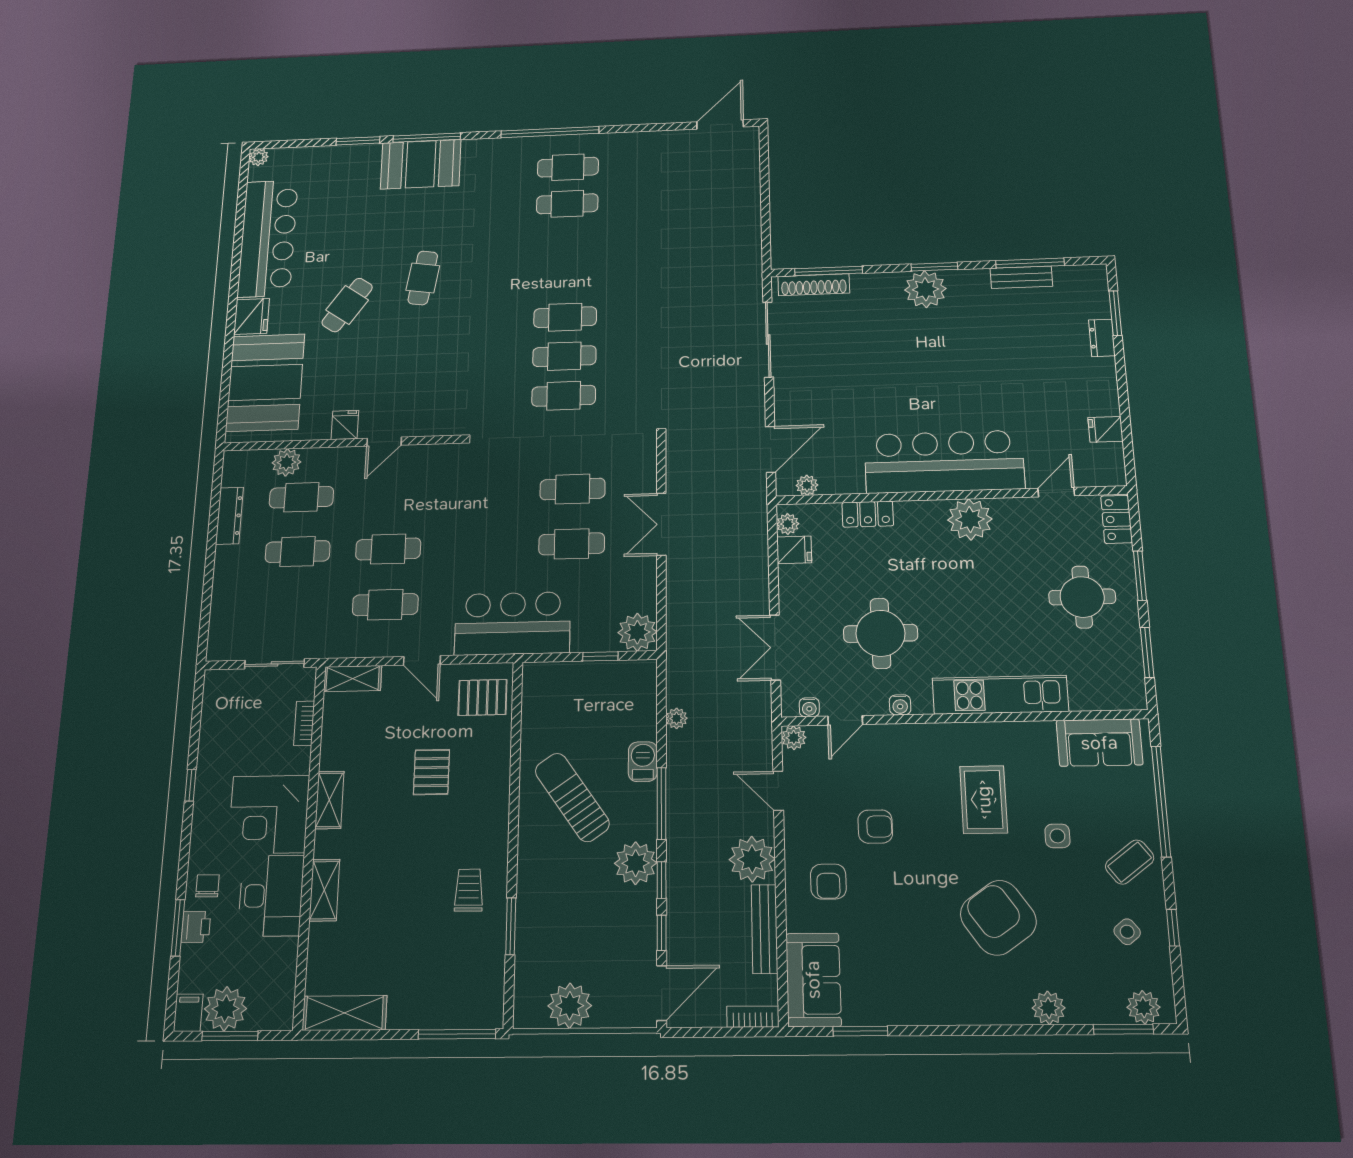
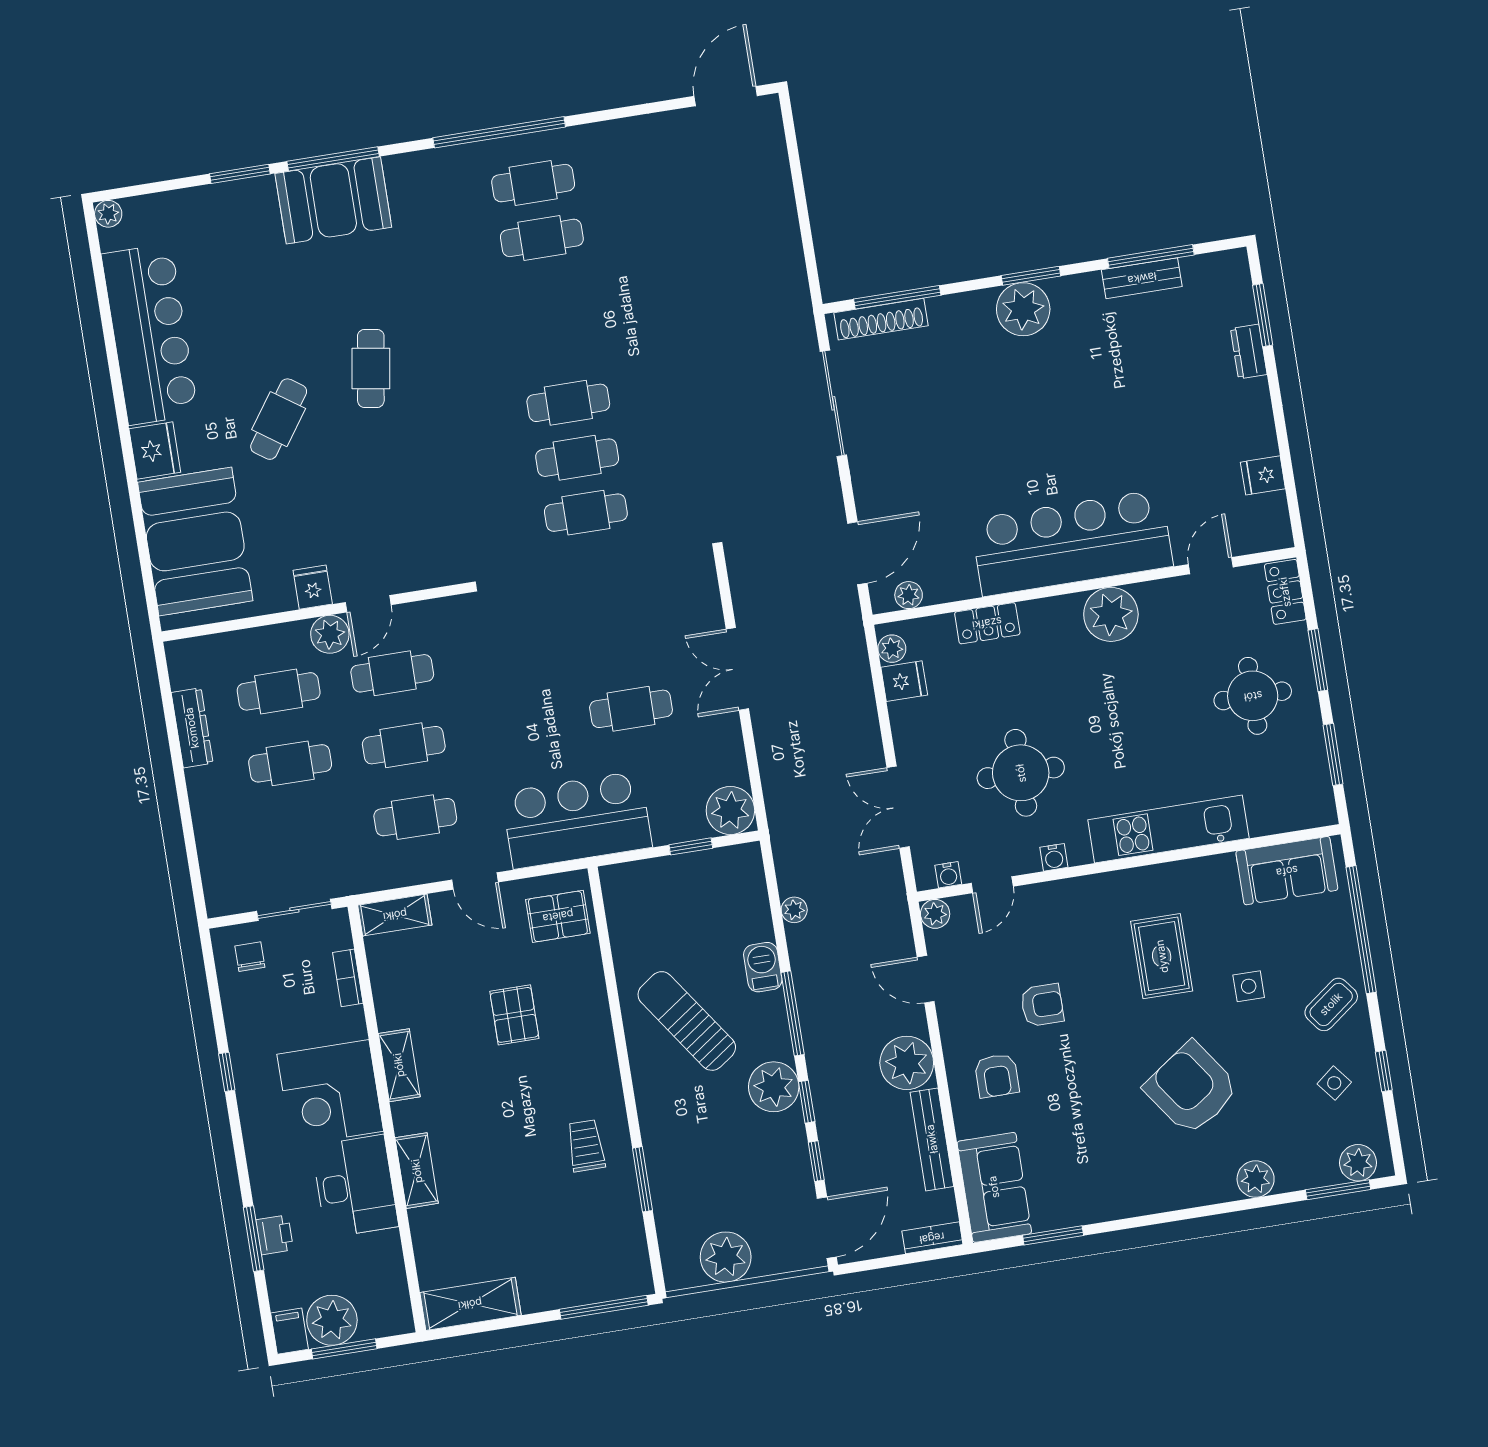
plant: (286, 462) -> (330, 634), moved
cafe table: (573, 489) -> (392, 673), moved
chair: (207, 886) -> (250, 957), moved

